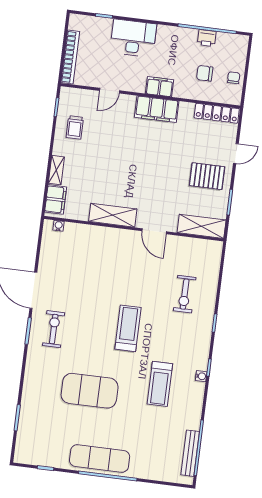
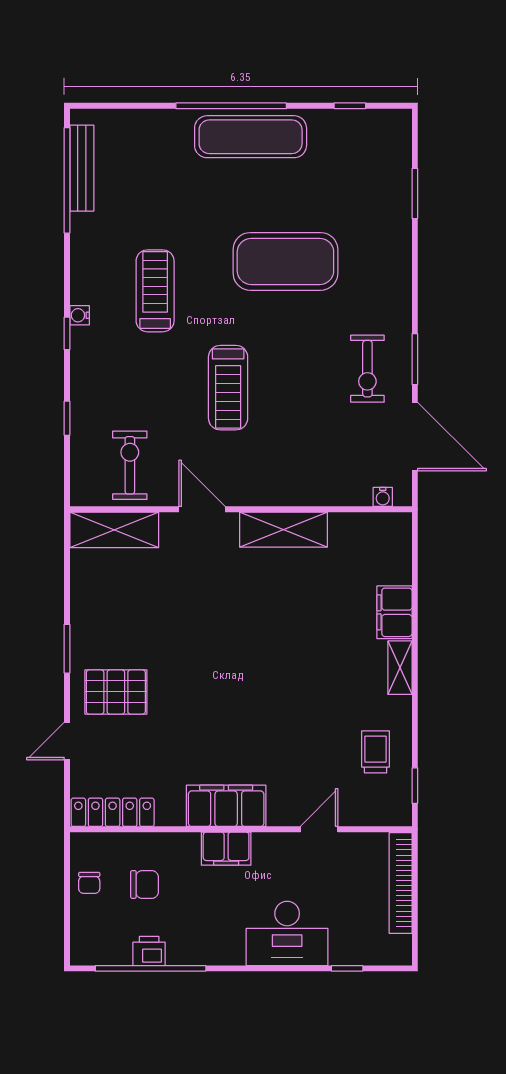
shelving: (113, 215) -> (283, 530), moved
water cooler: (59, 226) -> (383, 497), moved
shelving: (202, 226) -> (114, 530), moved
wall: (134, 229) -> (241, 509), moved
door: (154, 231) -> (202, 509), moved

